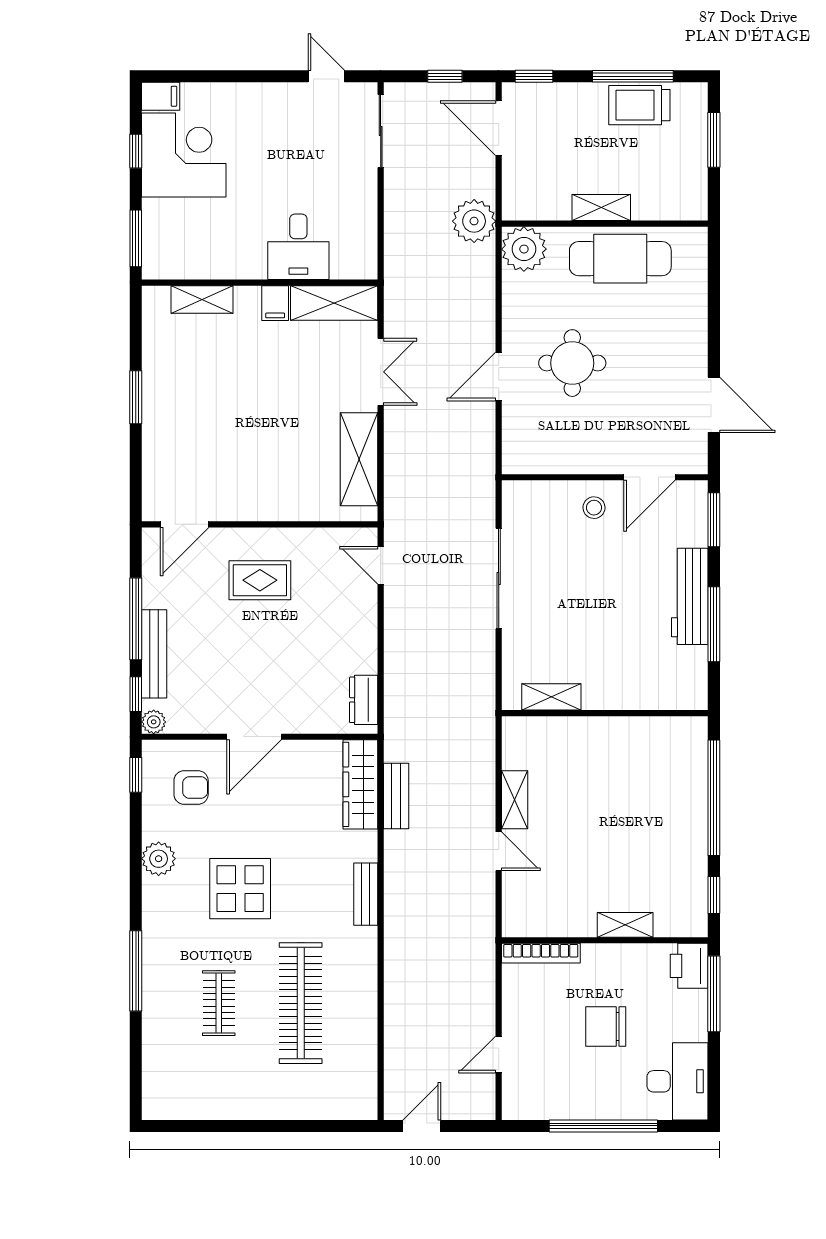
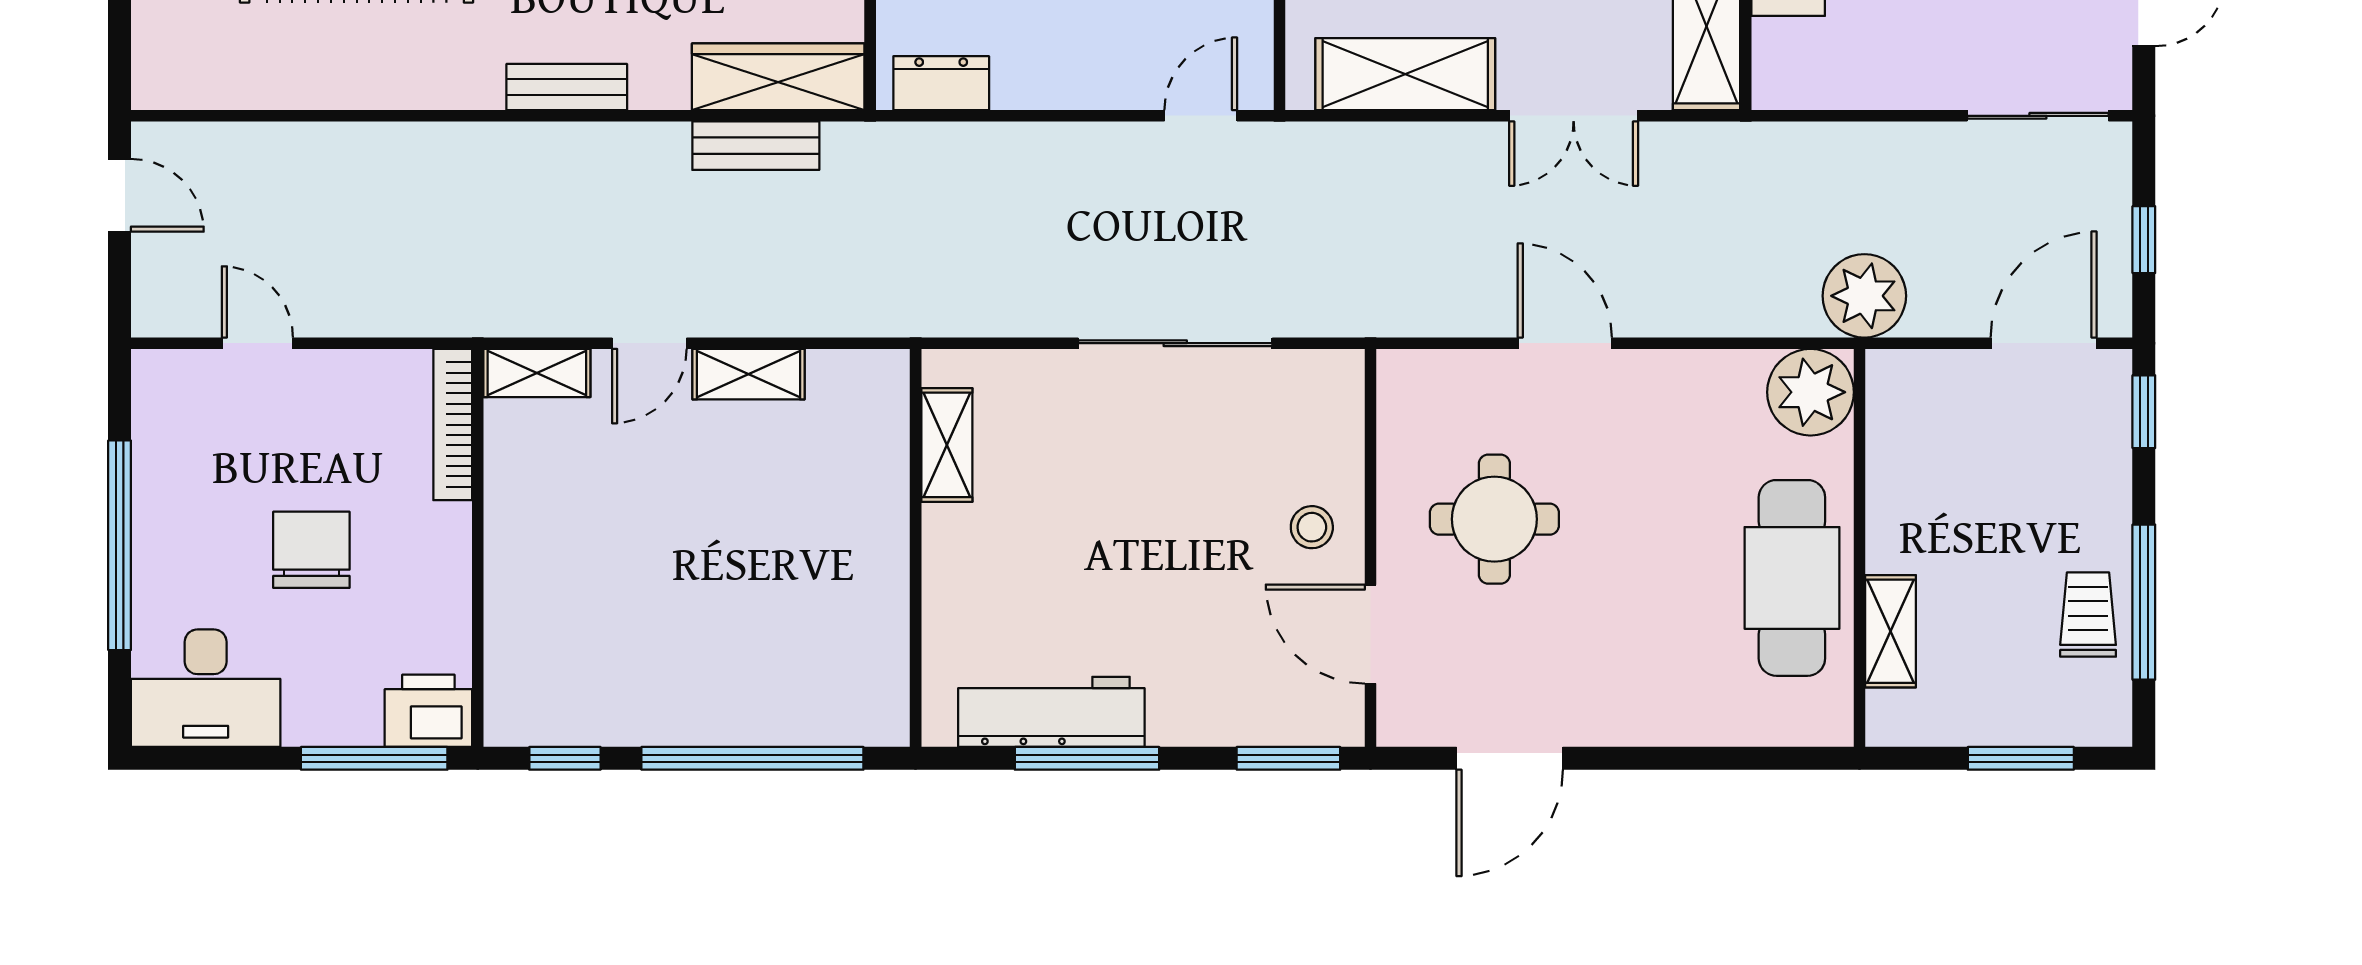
trolley: (639, 105) -> (2088, 615), width x0.73, depth x0.72
shelving: (601, 208) -> (1890, 631), moved
round table: (572, 363) -> (1494, 519), moved
workbench: (690, 596) -> (1051, 712), moved
shelving: (625, 925) -> (537, 373), moved, turned 90

